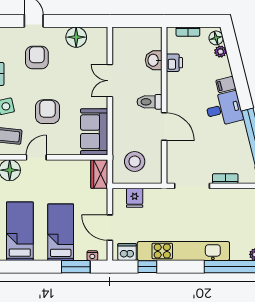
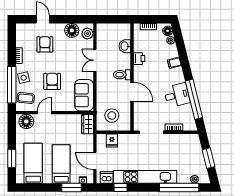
plant: (99, 42) -> (87, 34), added
printer: (174, 63) -> (139, 59), moved
desk: (224, 109) -> (177, 95), moved

